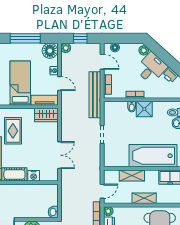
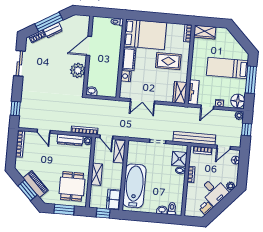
bed: (20, 83) -> (227, 68), moved, turned 180
shower: (144, 109) -> (179, 159), moved
shelving: (132, 175) -> (120, 151), moved

